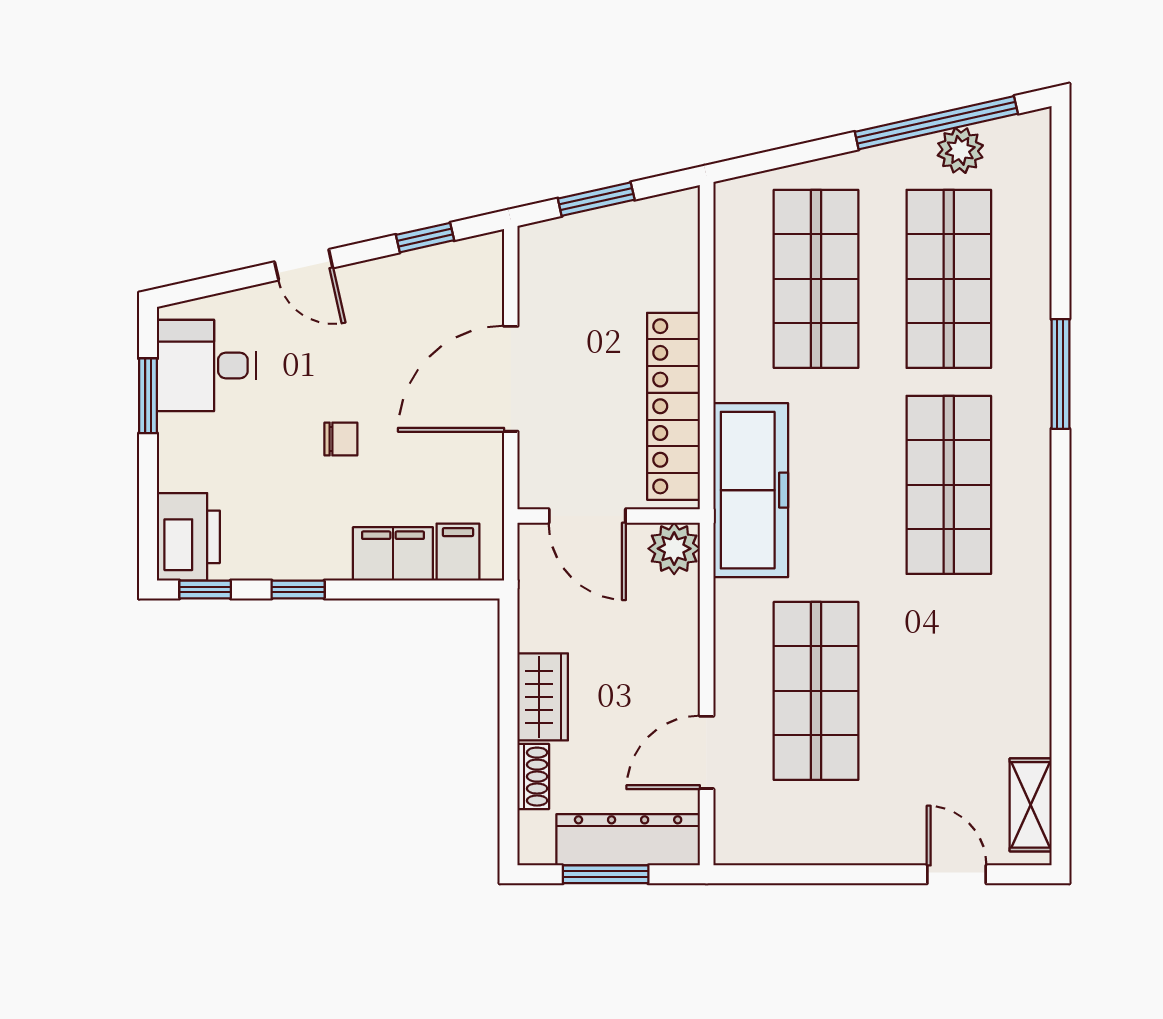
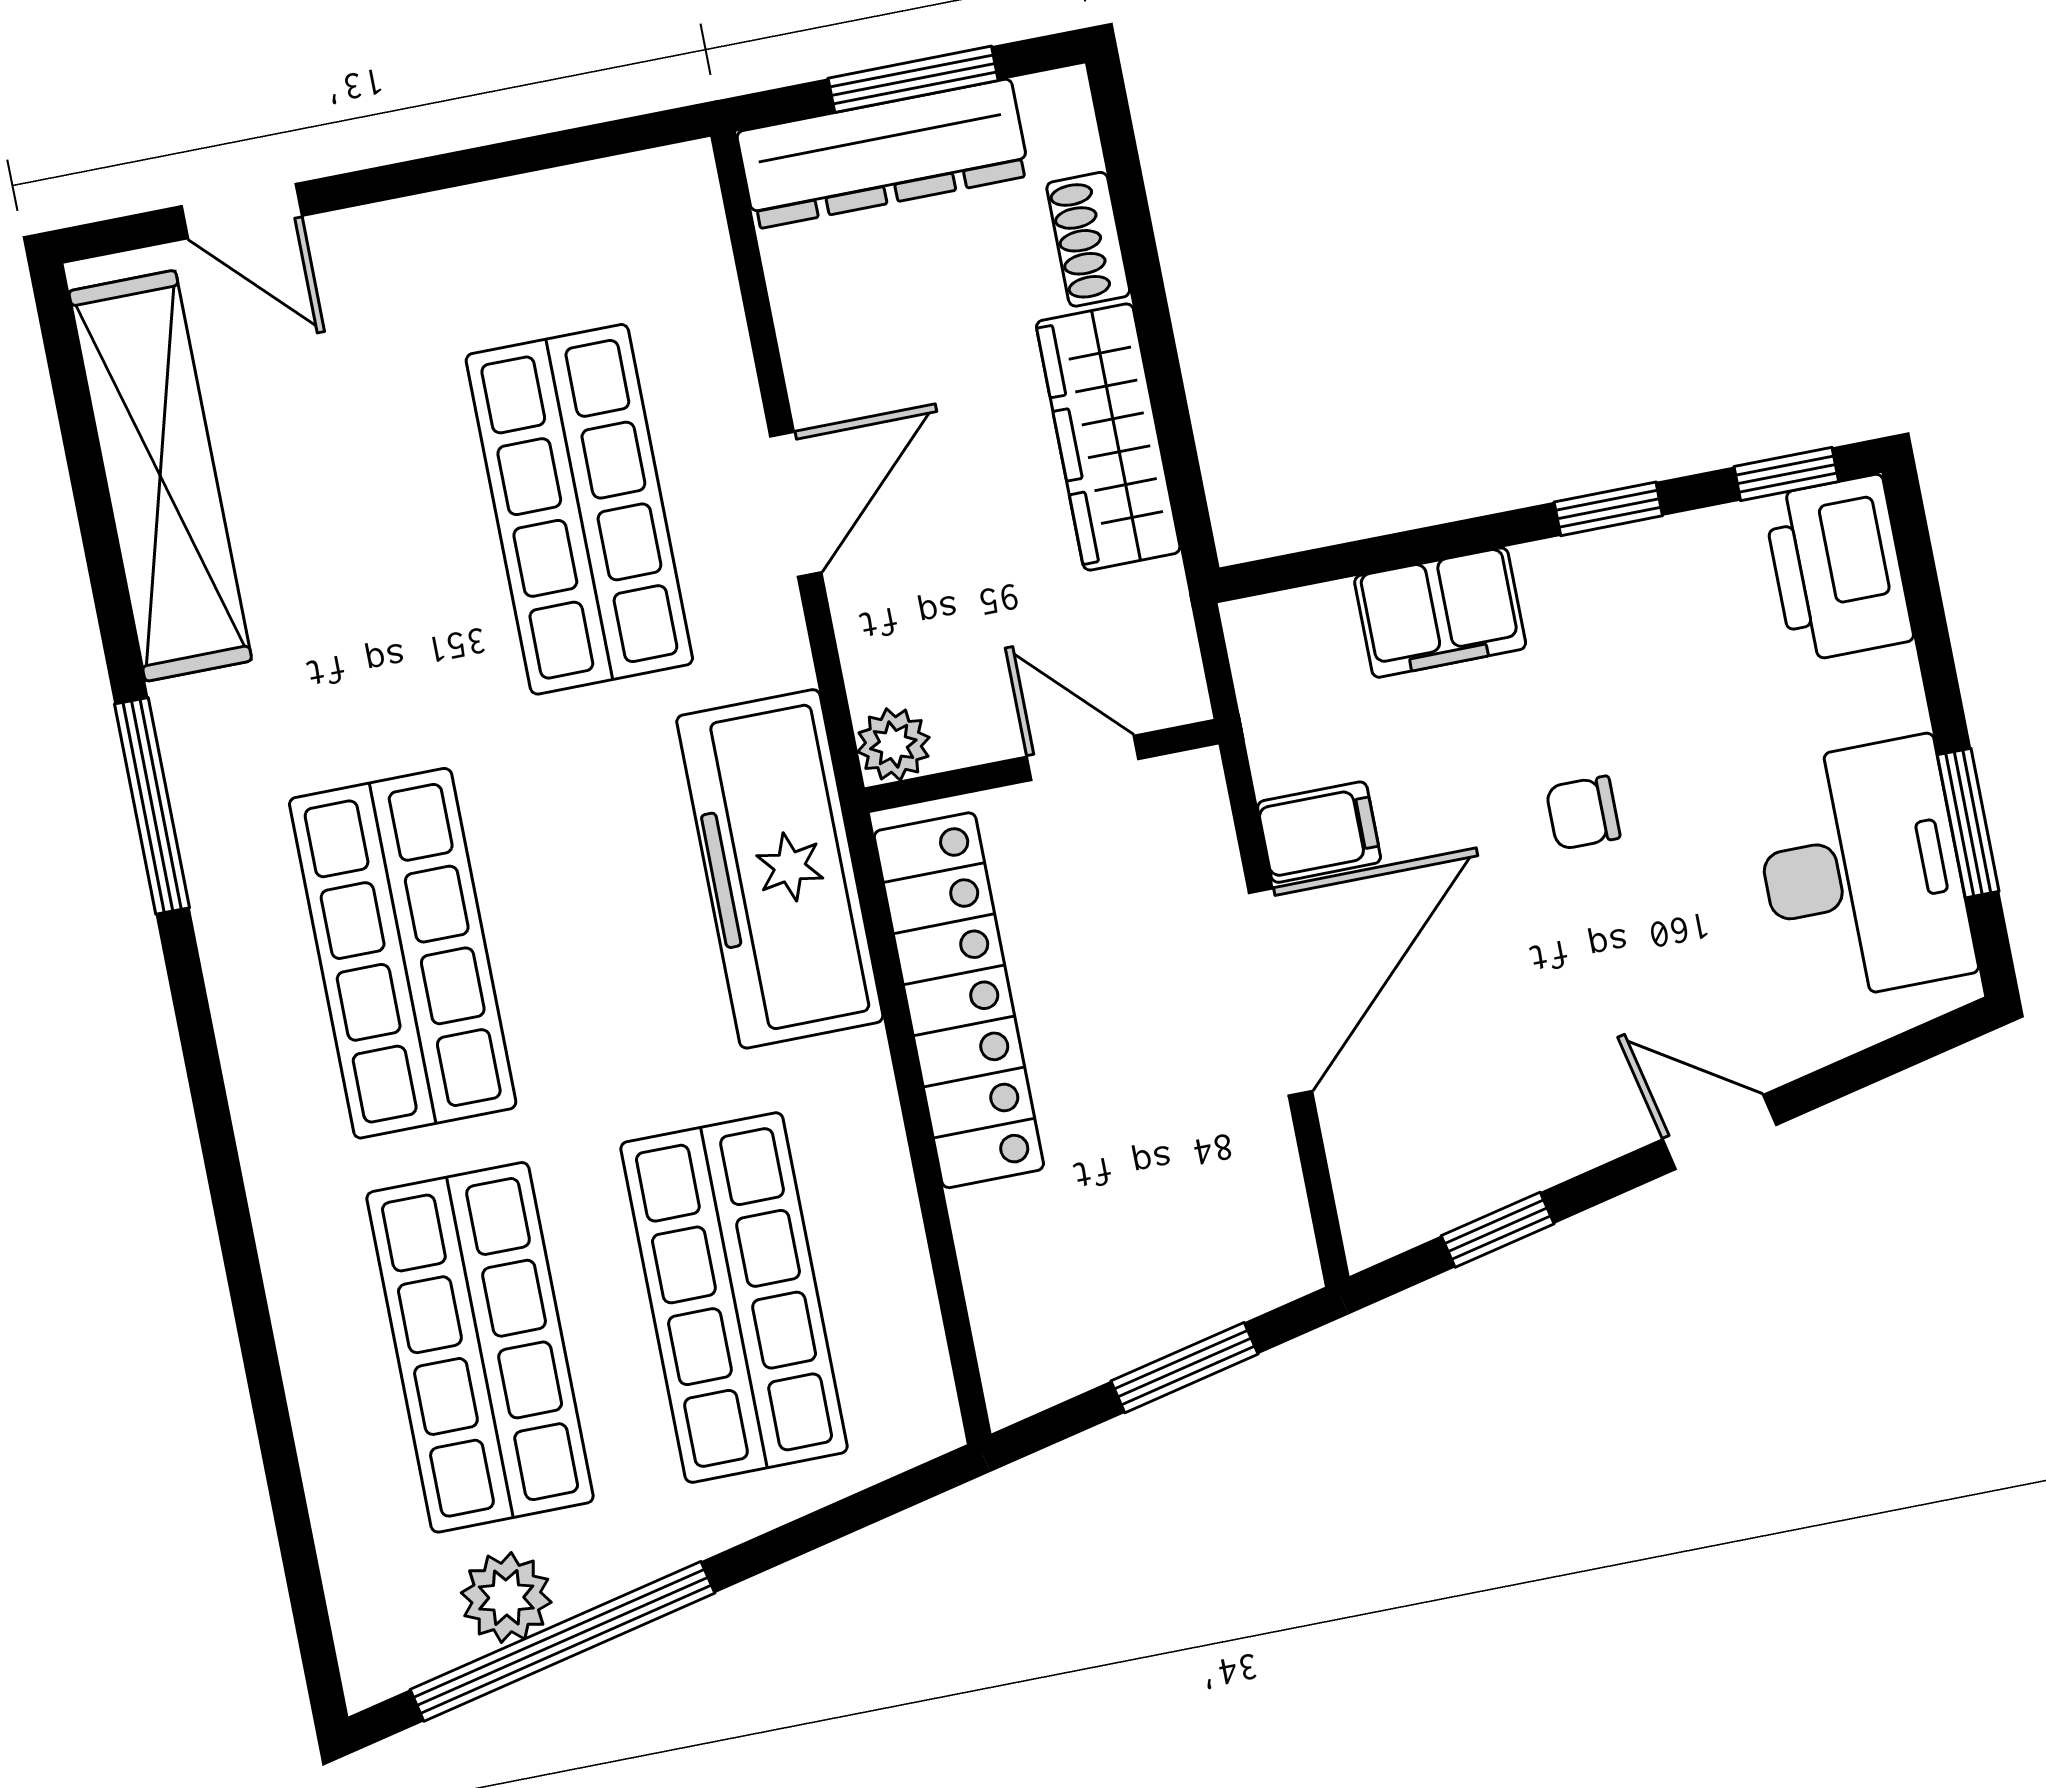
desk: (206, 365) -> (1862, 870), width x1.37
window: (1060, 374) -> (152, 806), moved
door: (587, 516) -> (1083, 758), width x0.73
plant: (674, 549) -> (893, 744), width x0.73, depth x0.73
filing cabinet: (458, 552) -> (1319, 832), moved, turned -90
wardrobe: (543, 697) -> (1108, 437), width x1.50
door: (707, 752) -> (796, 504), moved
shelving: (1031, 805) -> (160, 476), width x2.20, depth x1.33

